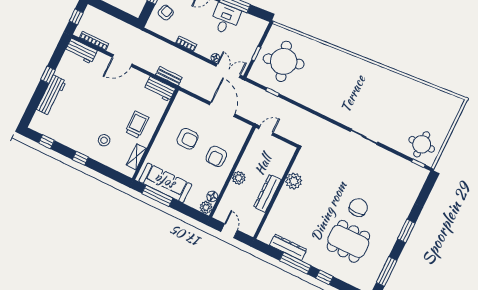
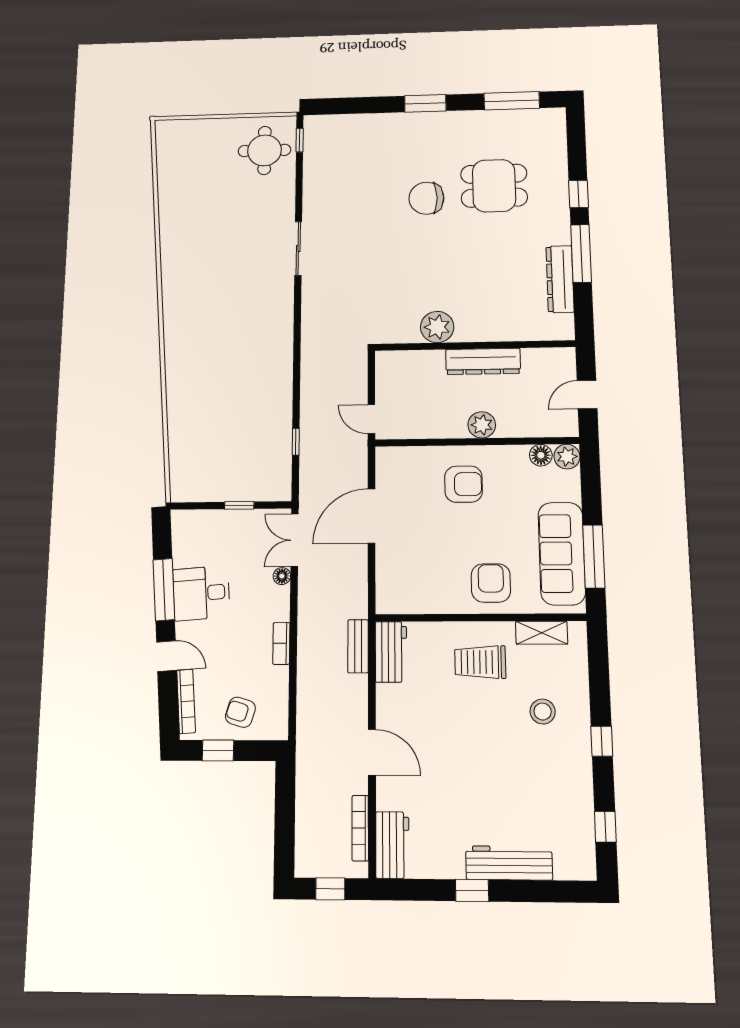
round table: (284, 61) -> (230, 449), removed
armchair: (187, 139) -> (491, 583), moved
dining table: (348, 241) -> (494, 186), width x0.73

